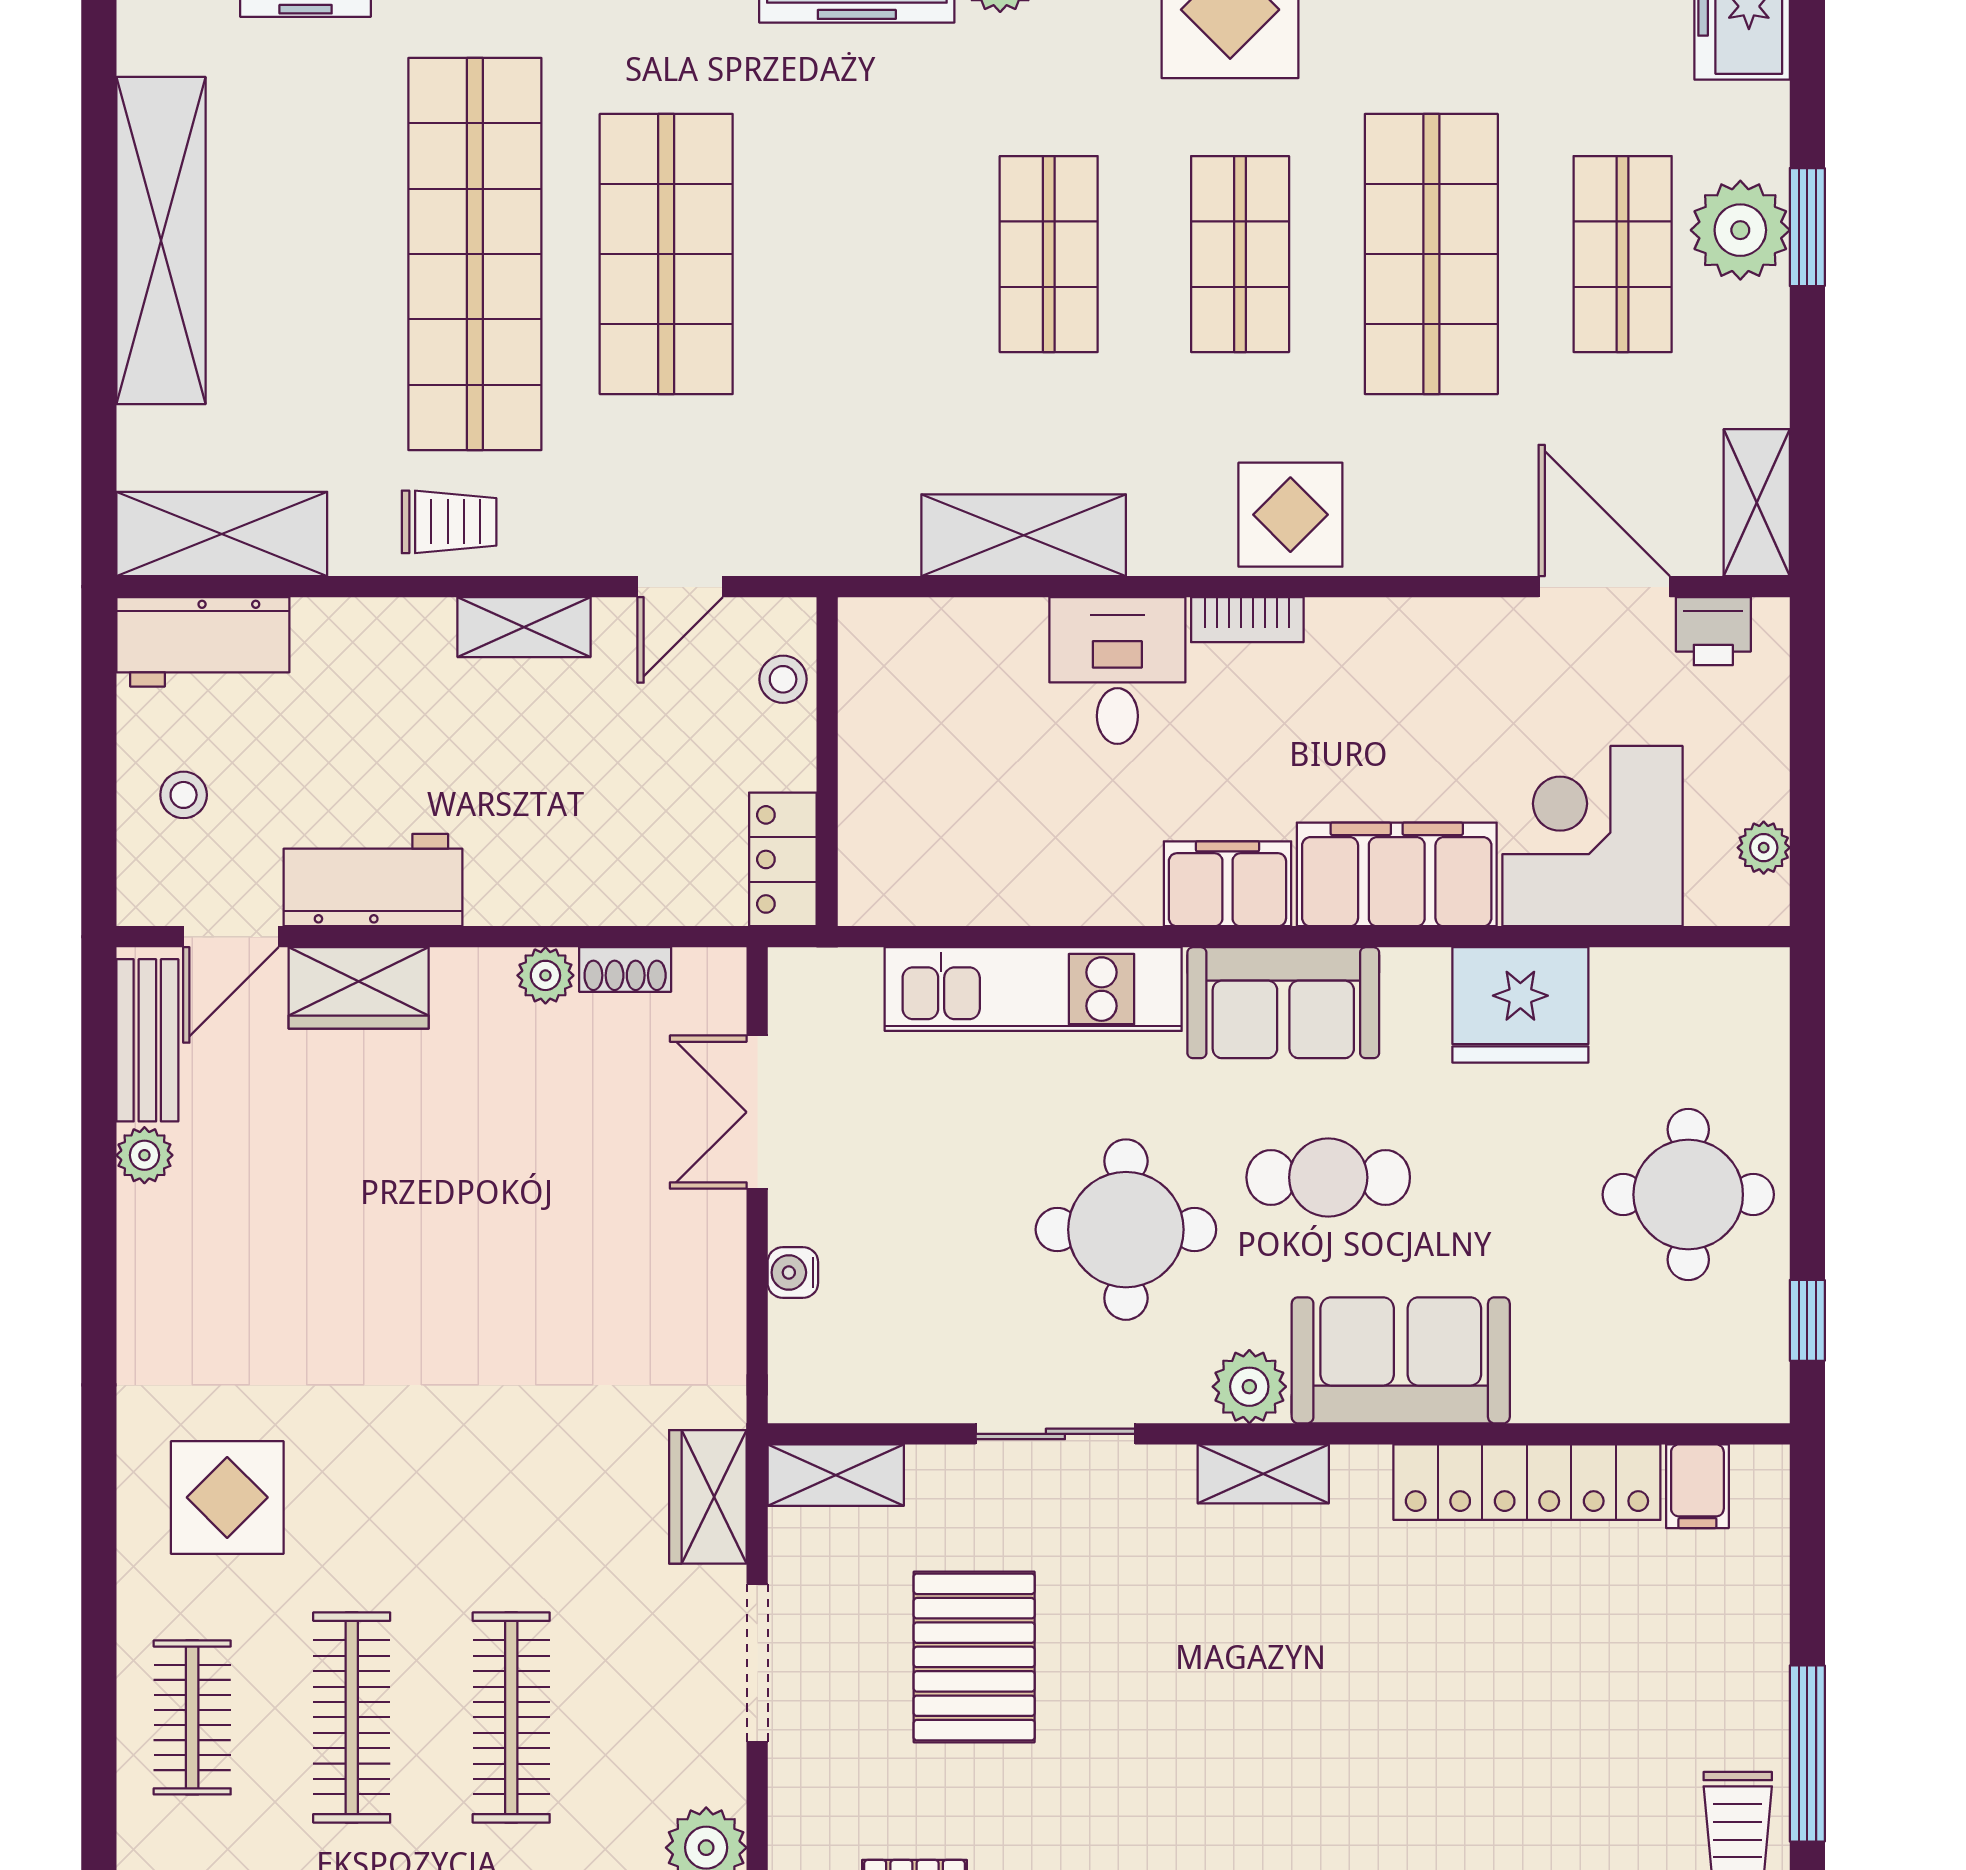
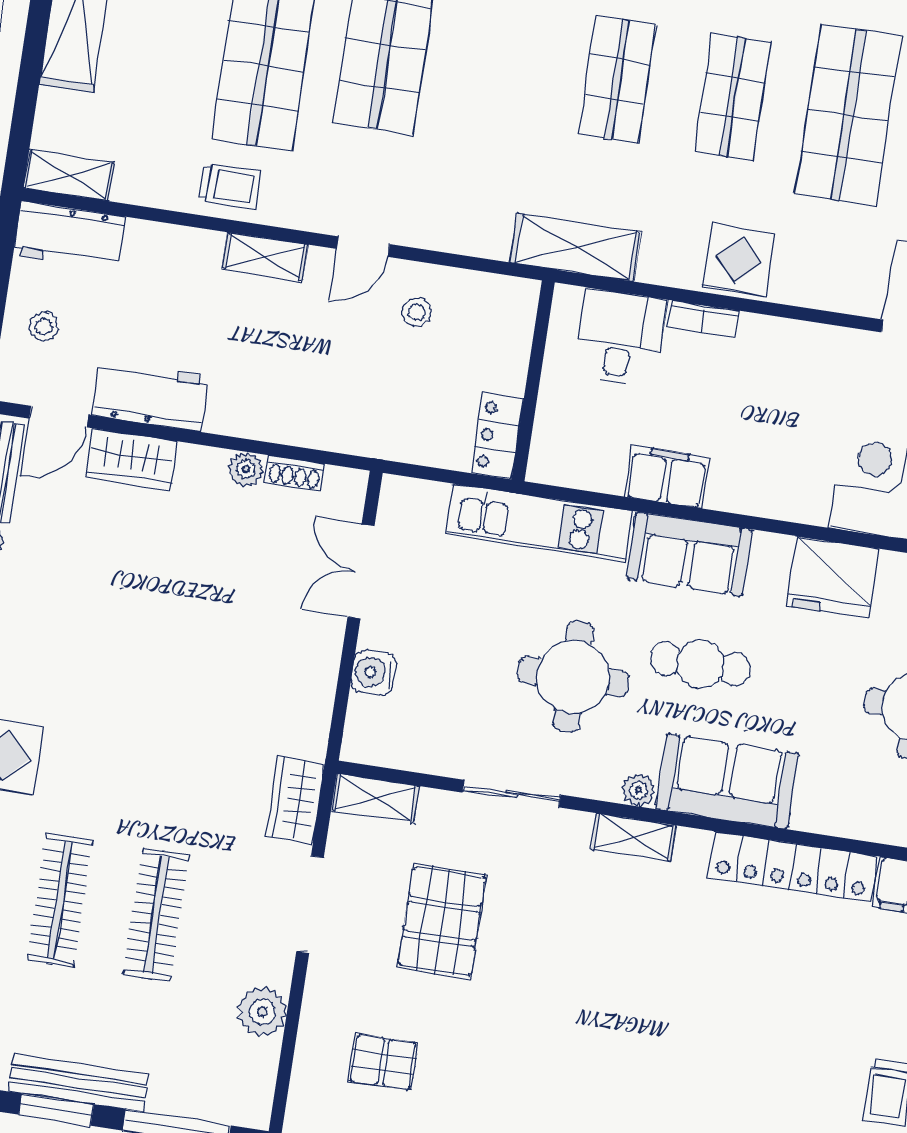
shelving: (222, 534) -> (69, 175), width x0.67, depth x0.75
wall: (827, 762) -> (533, 381), moved
locker: (783, 859) -> (497, 436), moved
filing cabinet: (1397, 874) -> (770, 487), removed
water cooler: (793, 1272) -> (374, 673), width x1.38, depth x1.38
plant: (1249, 1387) -> (638, 790), width x0.73, depth x0.73

